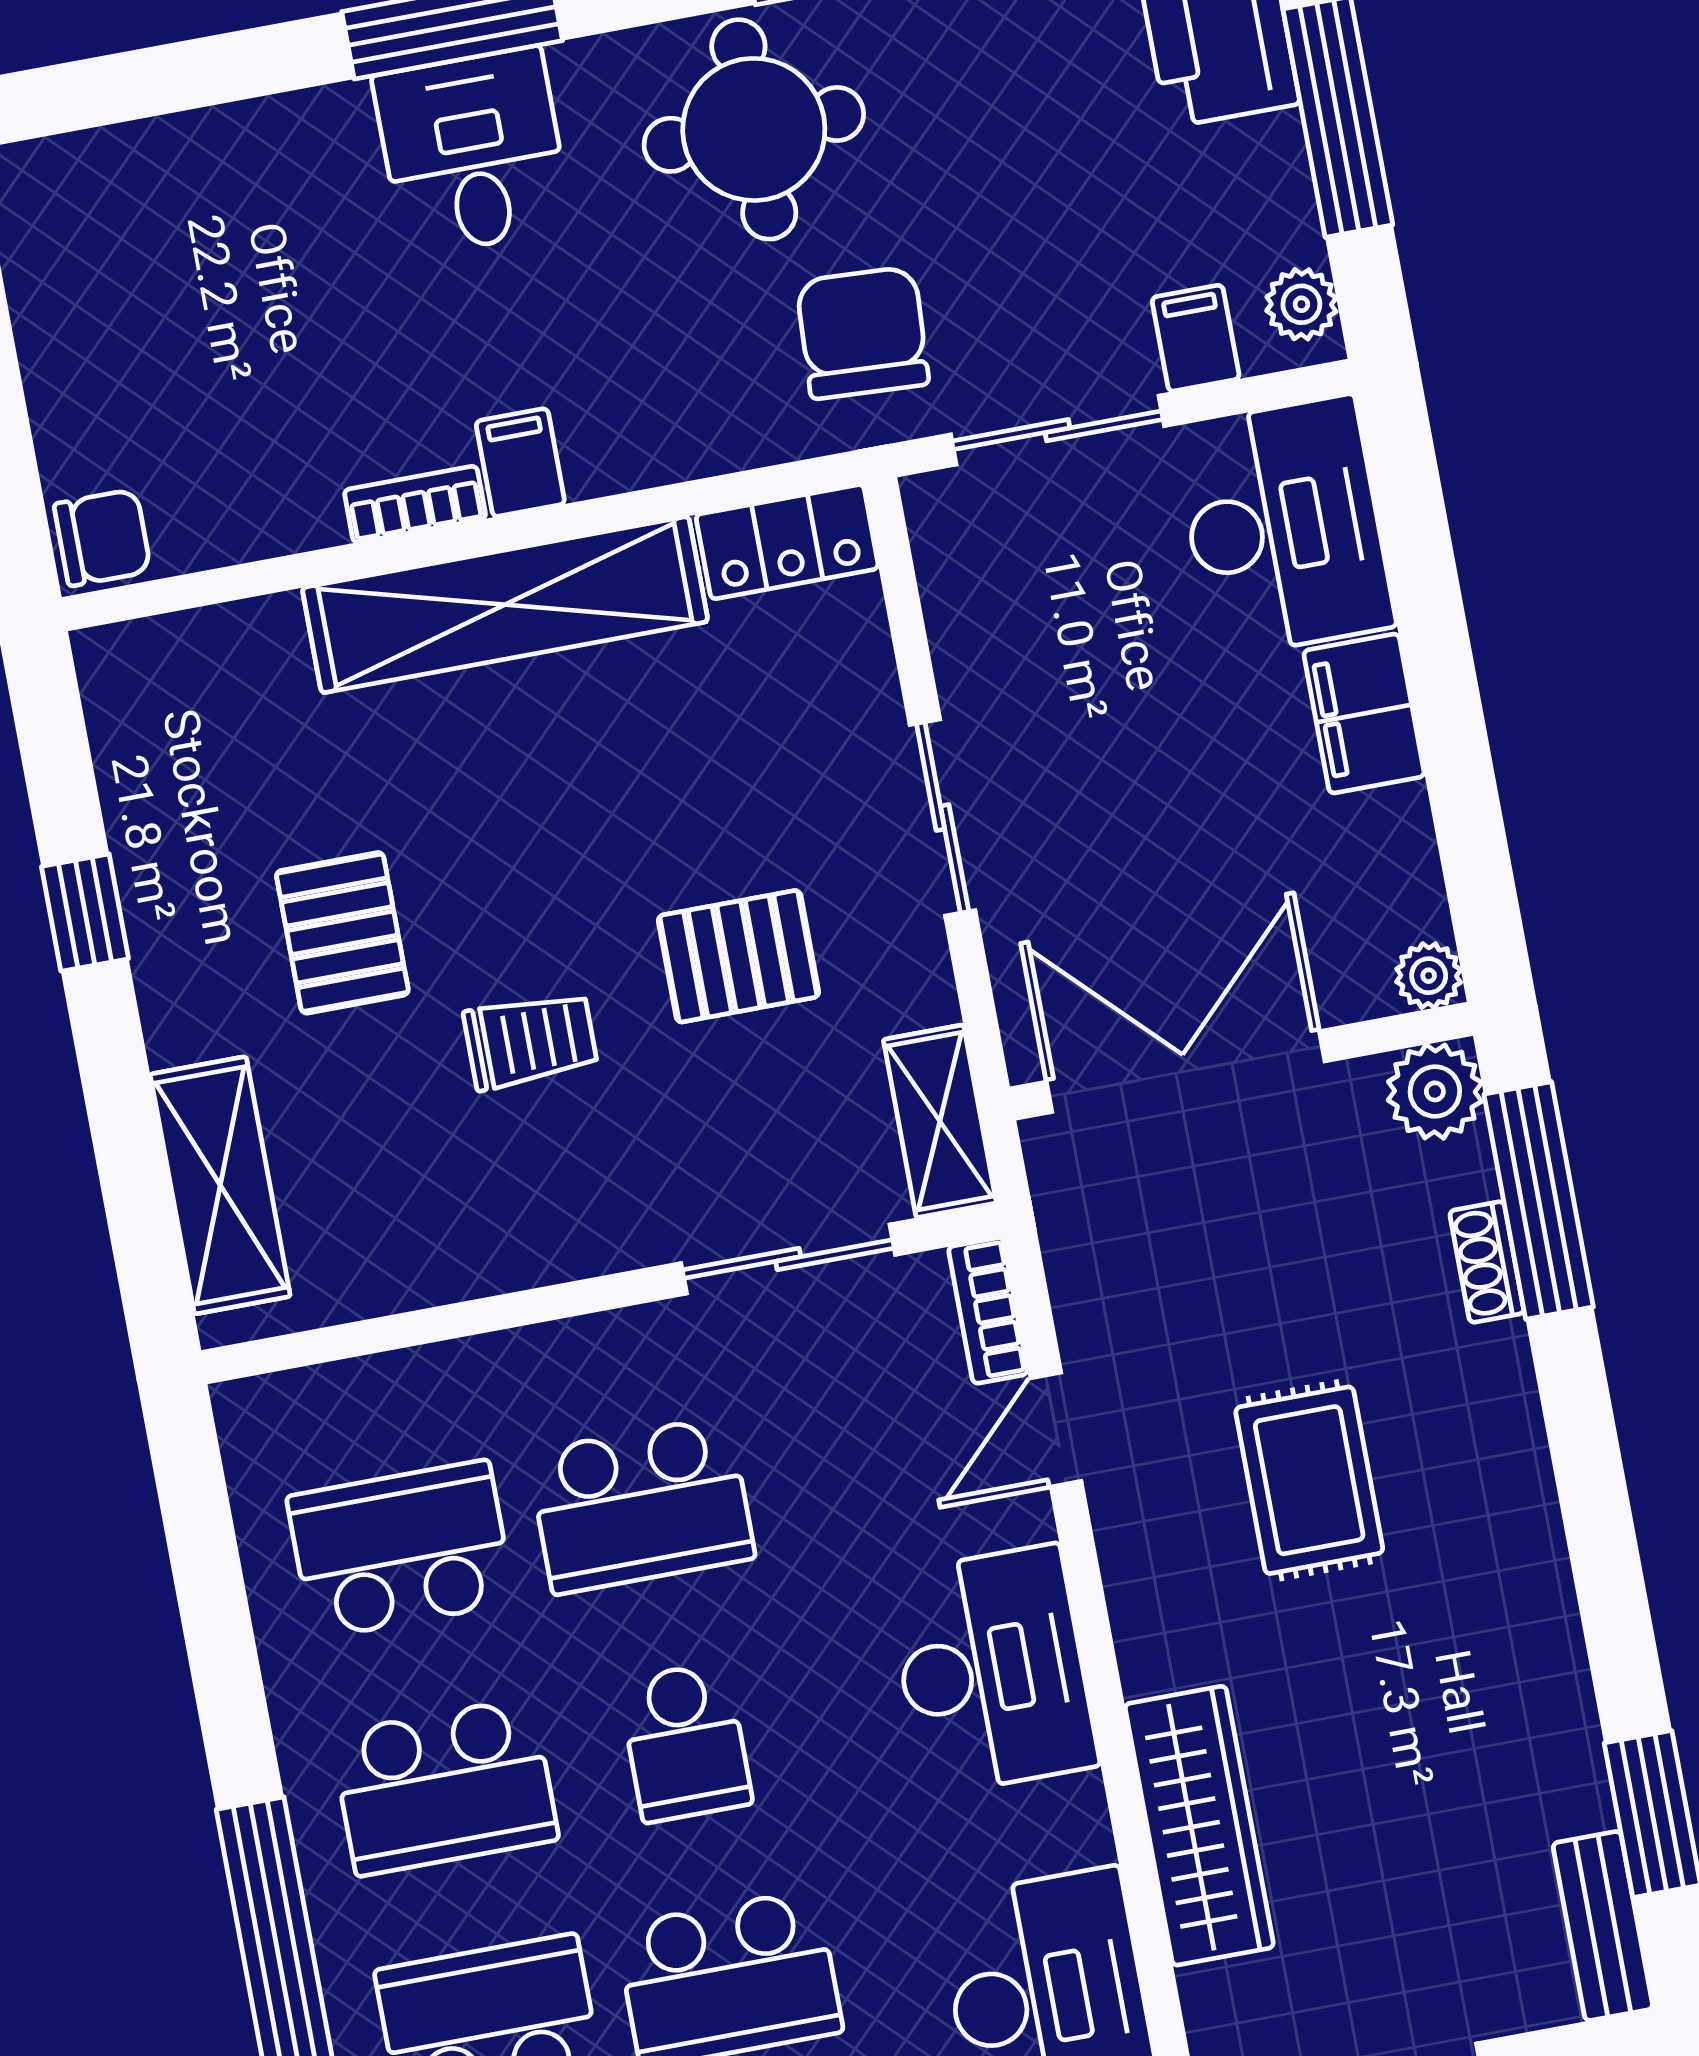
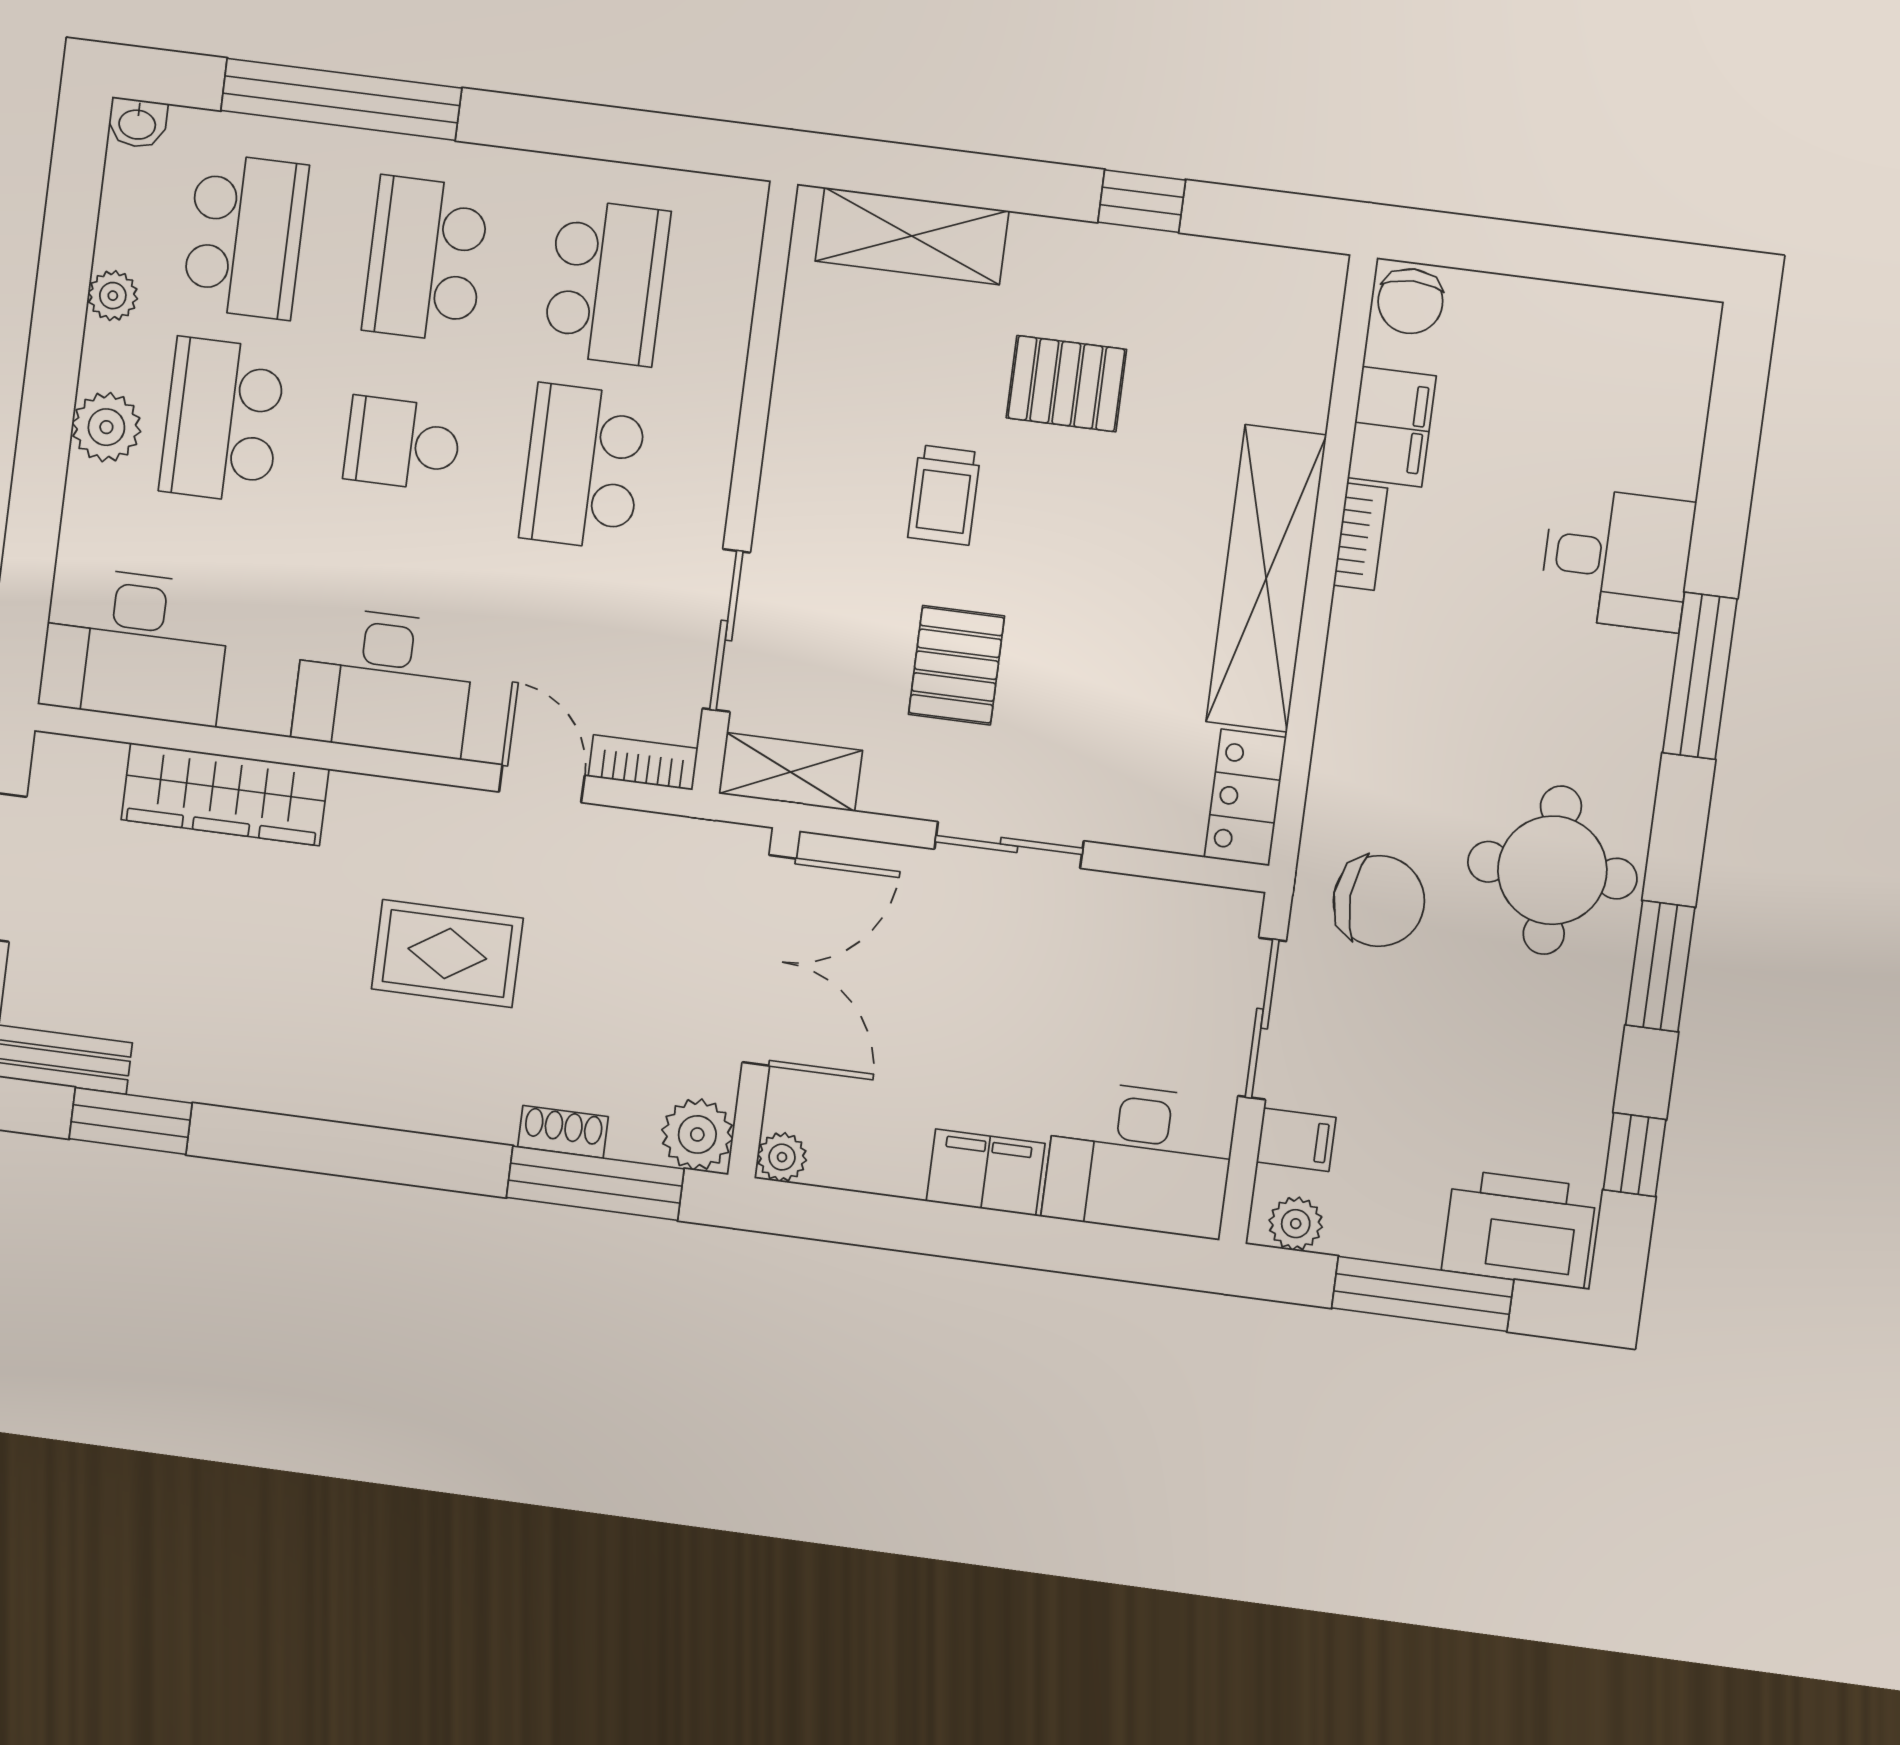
desk: (473, 152) -> (1617, 559), moved
filing cabinet: (520, 463) -> (1392, 427), moved, width x2.00

